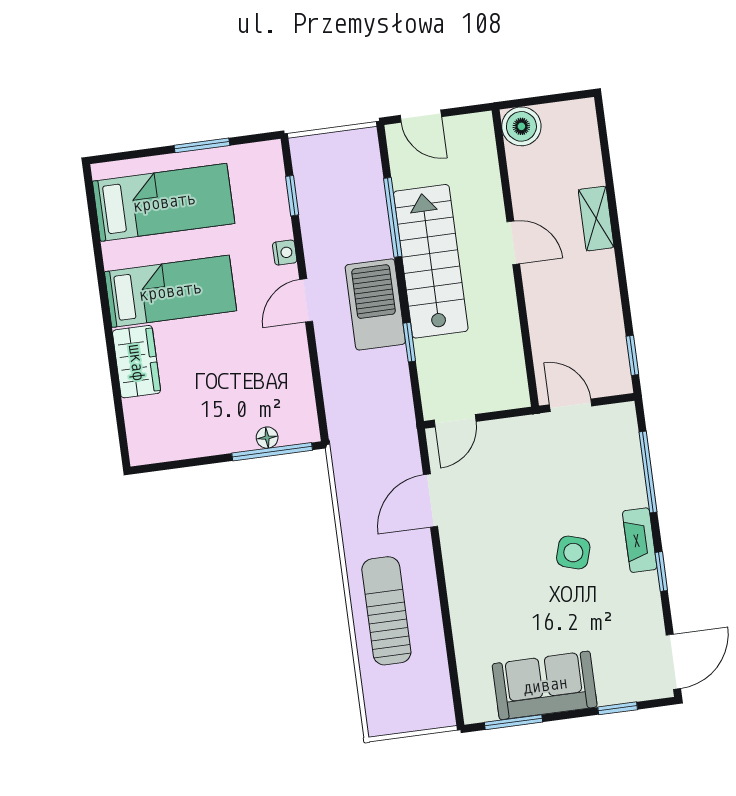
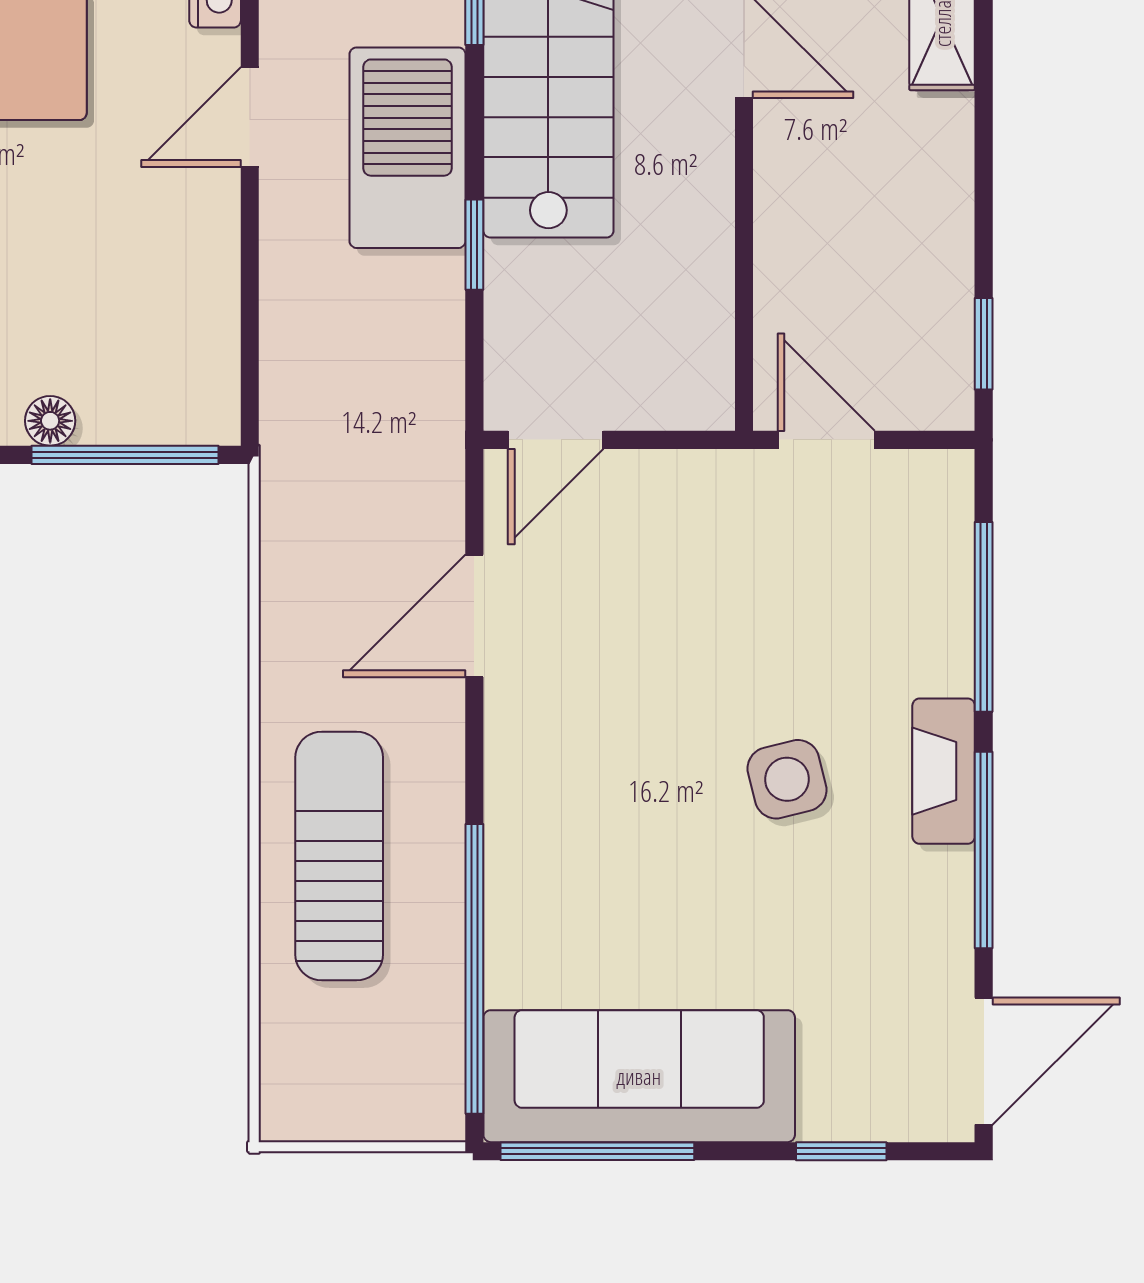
floor lamp: (267, 438) -> (50, 421), moved
side table: (573, 553) -> (787, 779), turned -31
window: (661, 572) -> (984, 850), width x2.17
window: (451, 651) -> (474, 969), added
sofa: (545, 685) -> (639, 1076), width x1.36
window: (514, 722) -> (597, 1151), width x1.44

